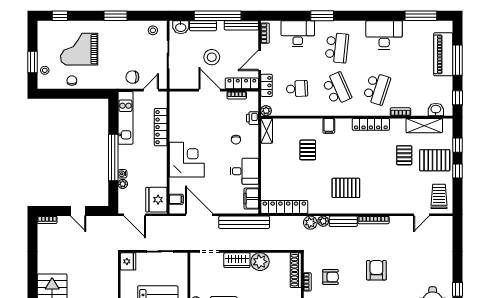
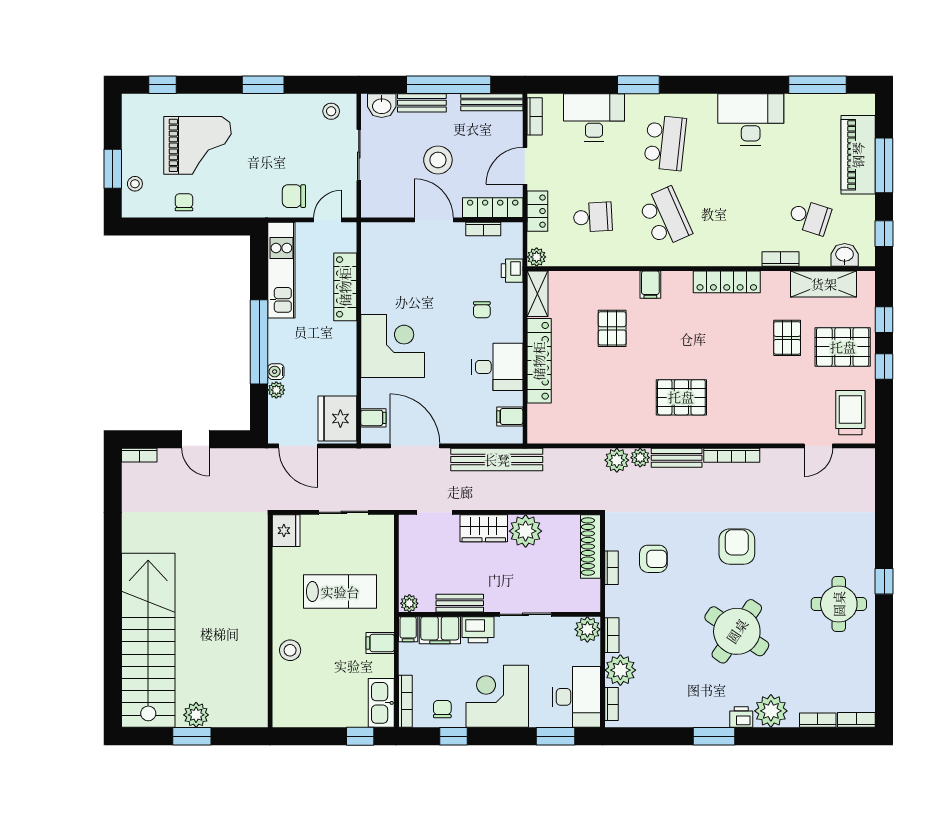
grand piano: (79, 49) -> (197, 145), turned 180
school desk: (377, 89) -> (810, 217), moved, width x0.54
filing cabinet: (251, 199) -> (510, 416), width x0.50
locker: (284, 207) -> (539, 361), moved, turned 90

